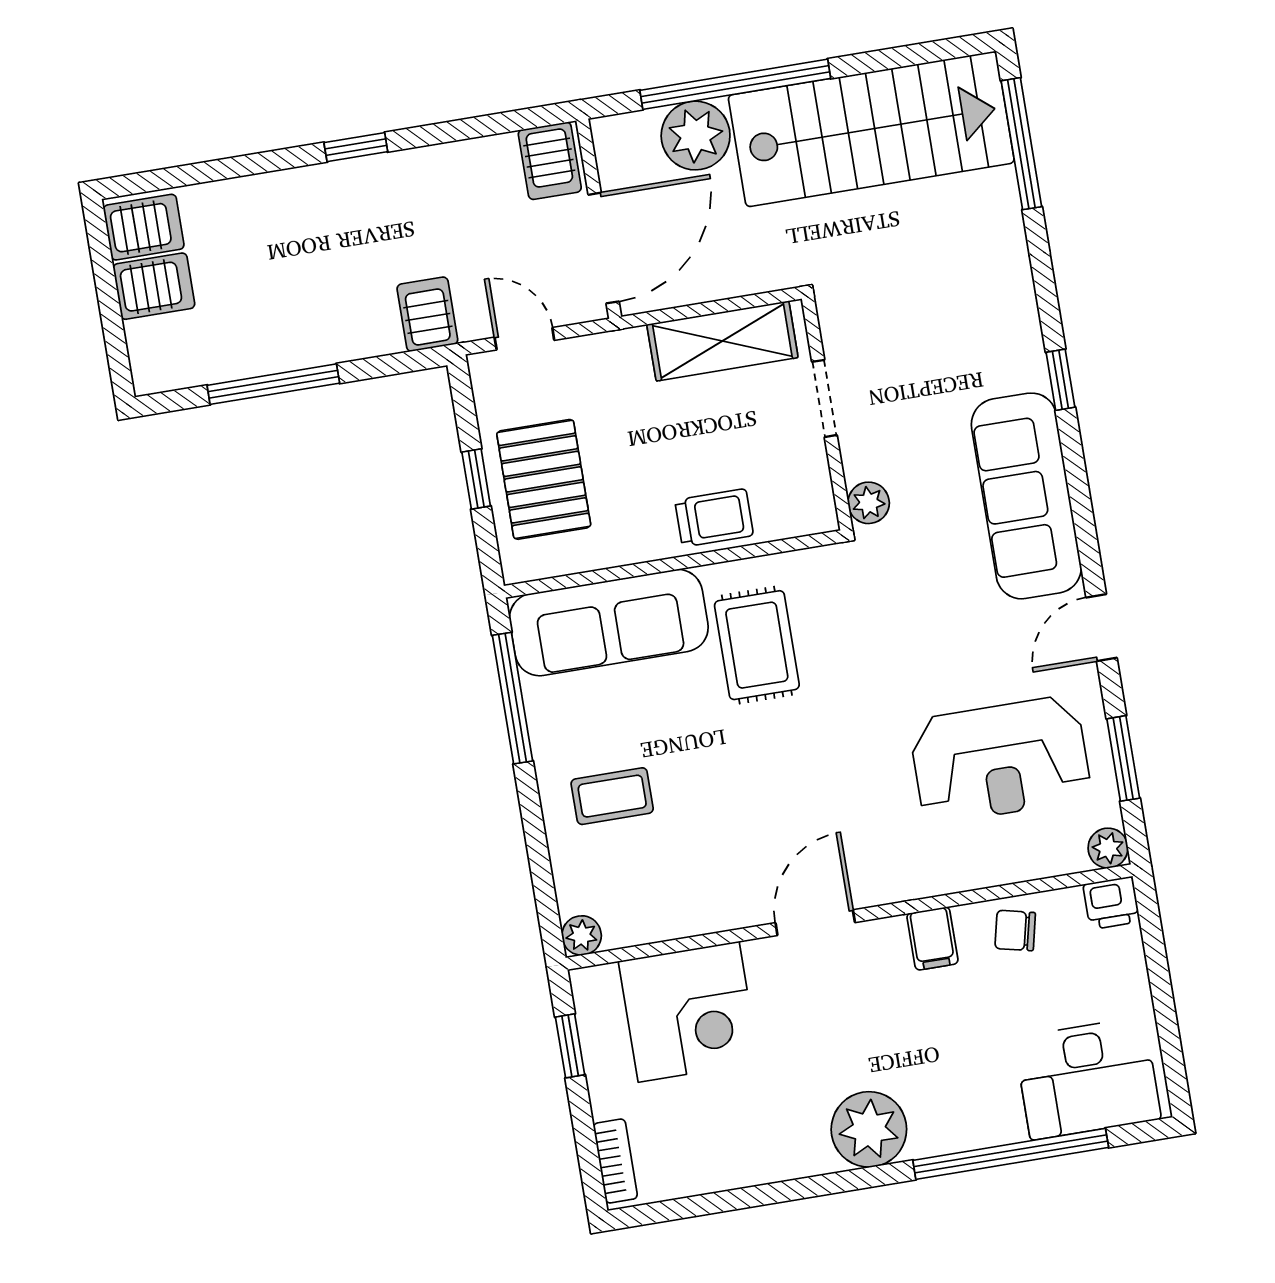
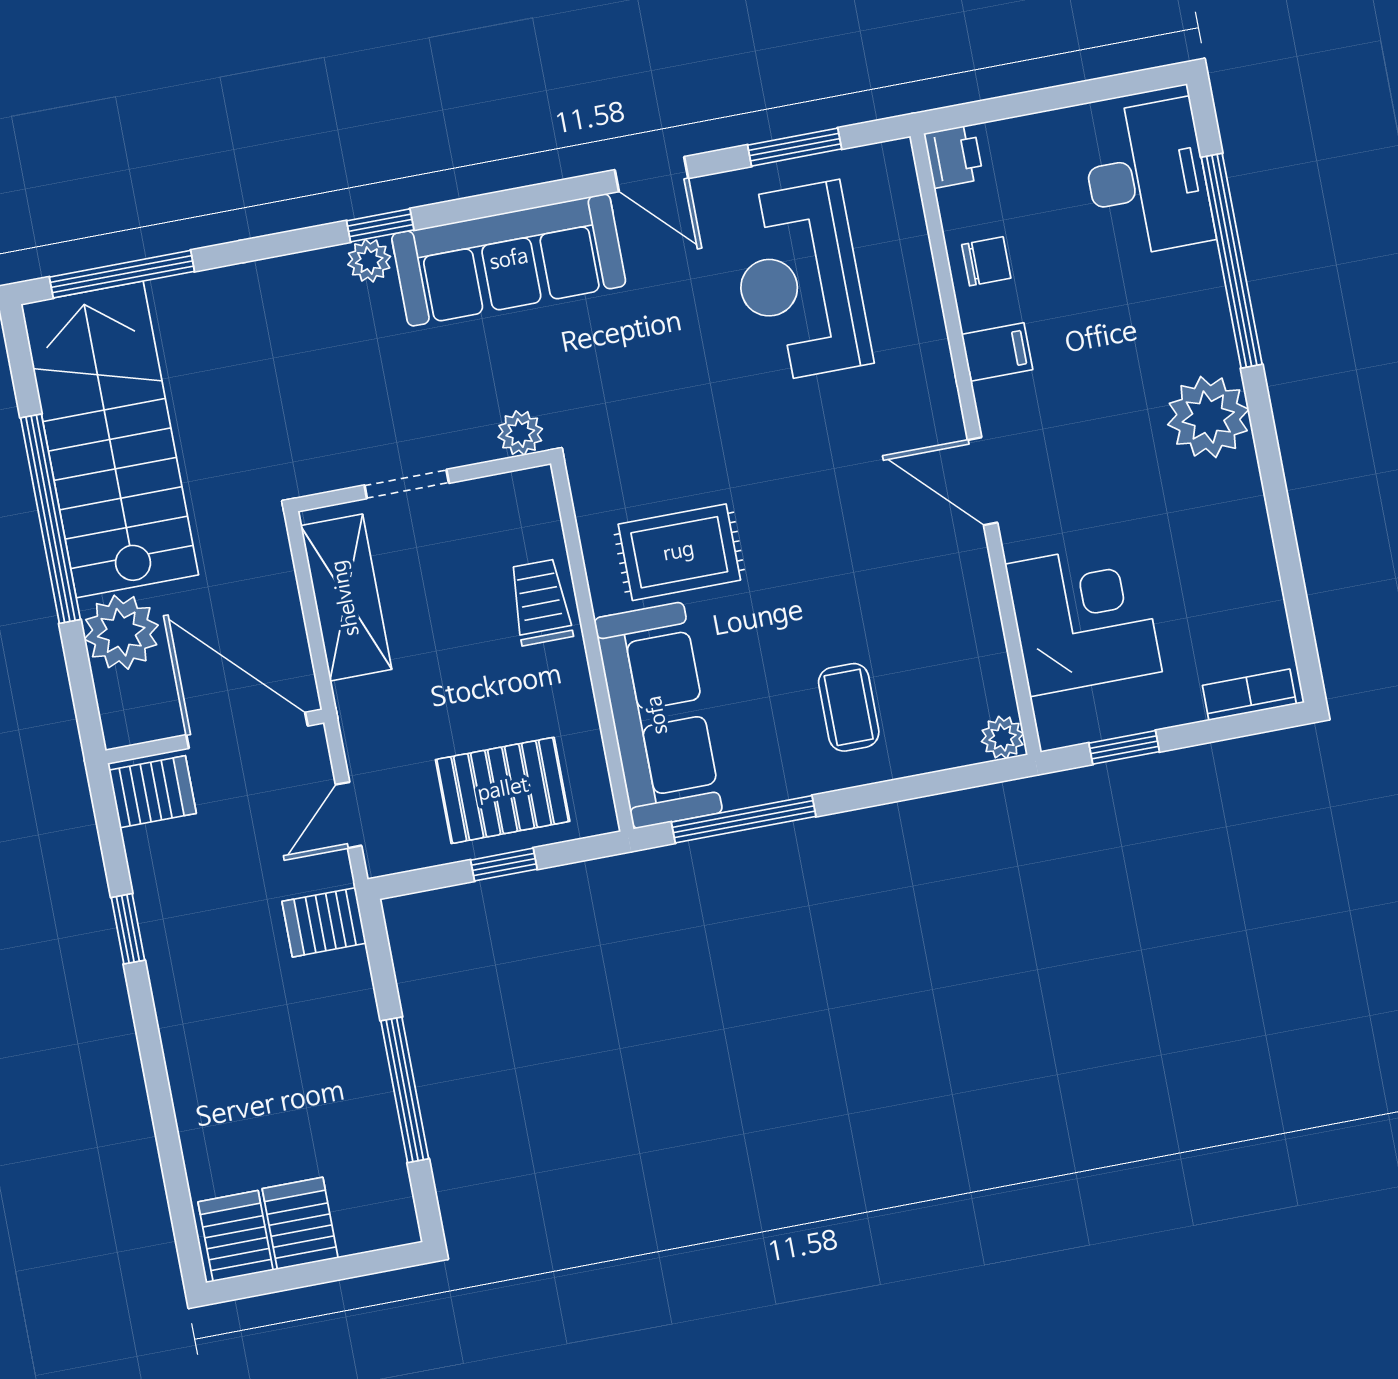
window: (735, 84) -> (50, 519), moved
window: (356, 147) -> (128, 929), moved
reception desk: (1000, 760) -> (799, 282), turned 180
plant: (1108, 848) -> (369, 261), moved
chair: (1015, 931) -> (986, 261), turned -103

